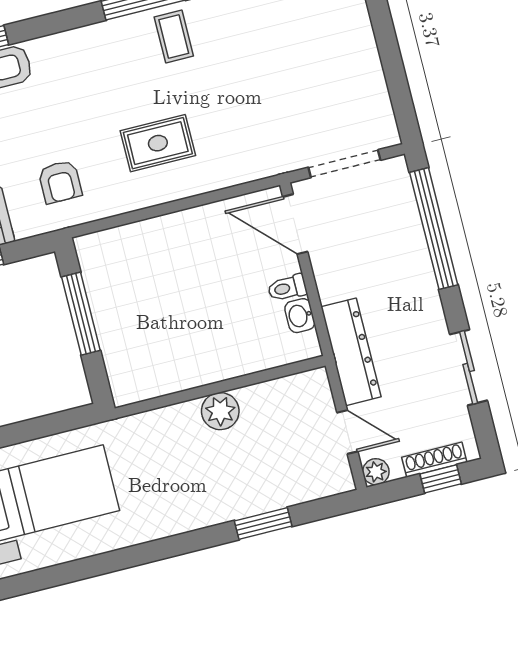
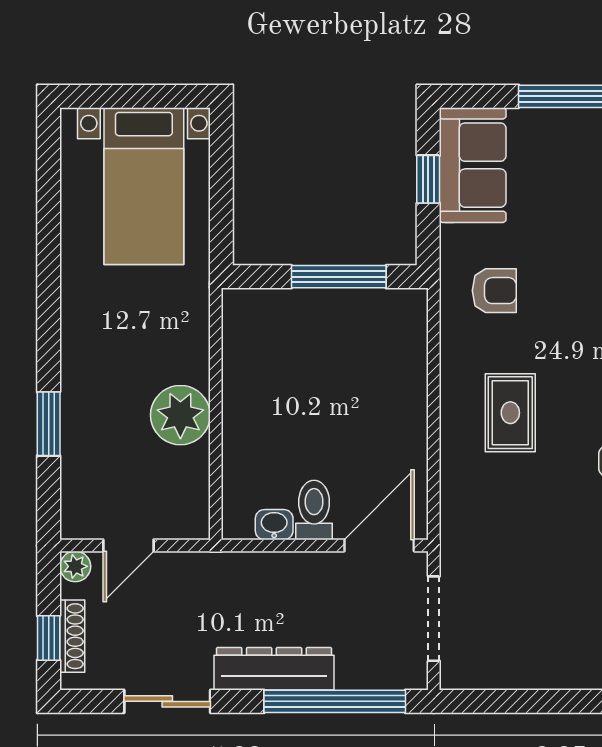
armchair: (60, 182) -> (494, 291), turned 180
toilet: (287, 288) -> (314, 510), width x1.37, depth x1.39
dresser: (351, 352) -> (274, 669), moved, turned 180
plant: (220, 411) -> (180, 415), width x1.36, depth x1.36

